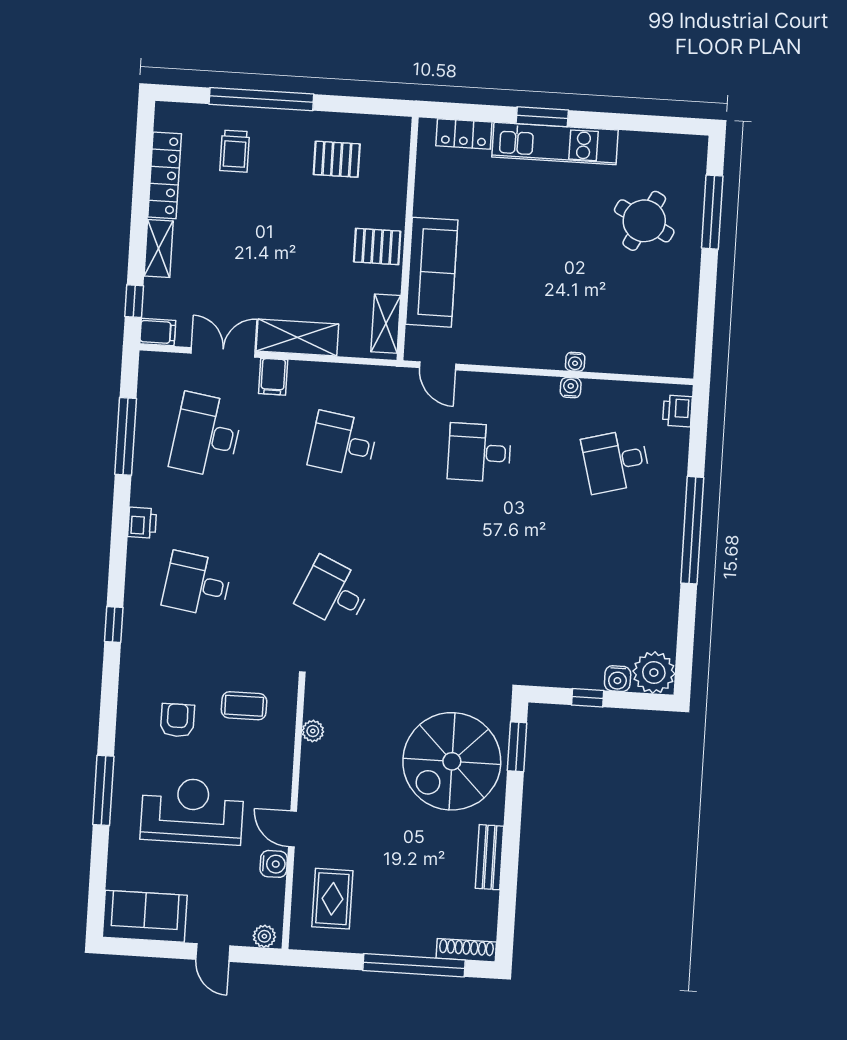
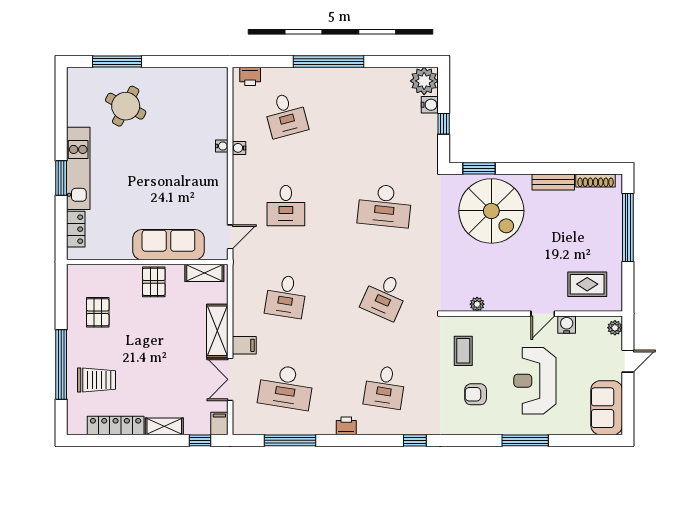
trolley: (235, 151) -> (97, 380), width x1.36, depth x1.39
desk: (470, 601) -> (385, 206), added
shoe rack: (466, 950) -> (596, 181), moved, turned -90

